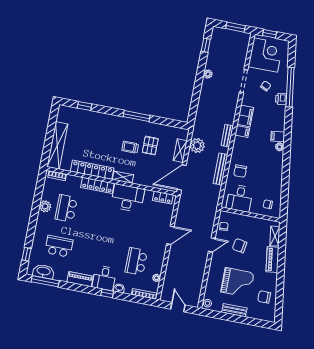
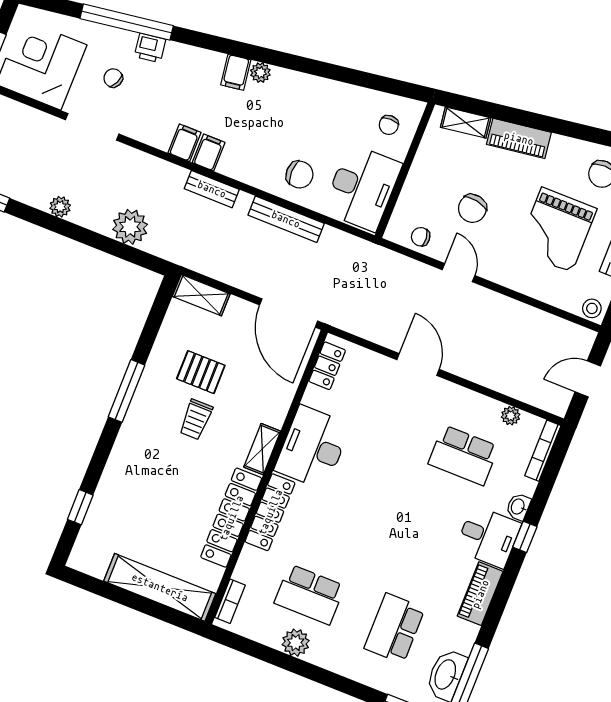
filing cabinet: (245, 116) -> (185, 143), width x0.50
plant: (197, 146) -> (130, 227), moved
shelving: (180, 151) -> (201, 295), moved
desk: (240, 198) -> (362, 188), width x1.37
grand piano: (237, 282) -> (557, 230), turned 180

